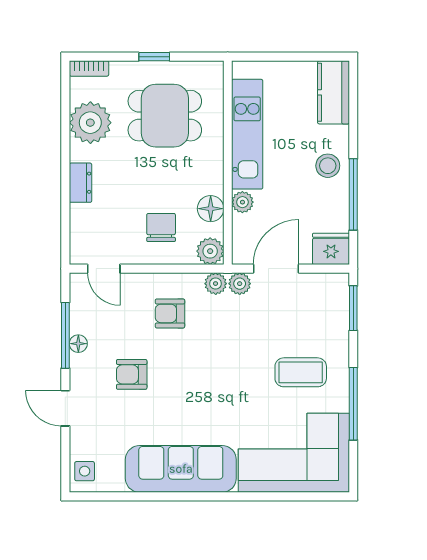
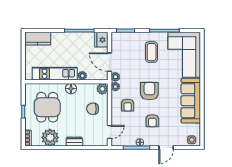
stool: (328, 166) -> (68, 41), removed
floor lamp: (211, 209) -> (71, 89), moved
armchair: (205, 367) -> (149, 91), added

